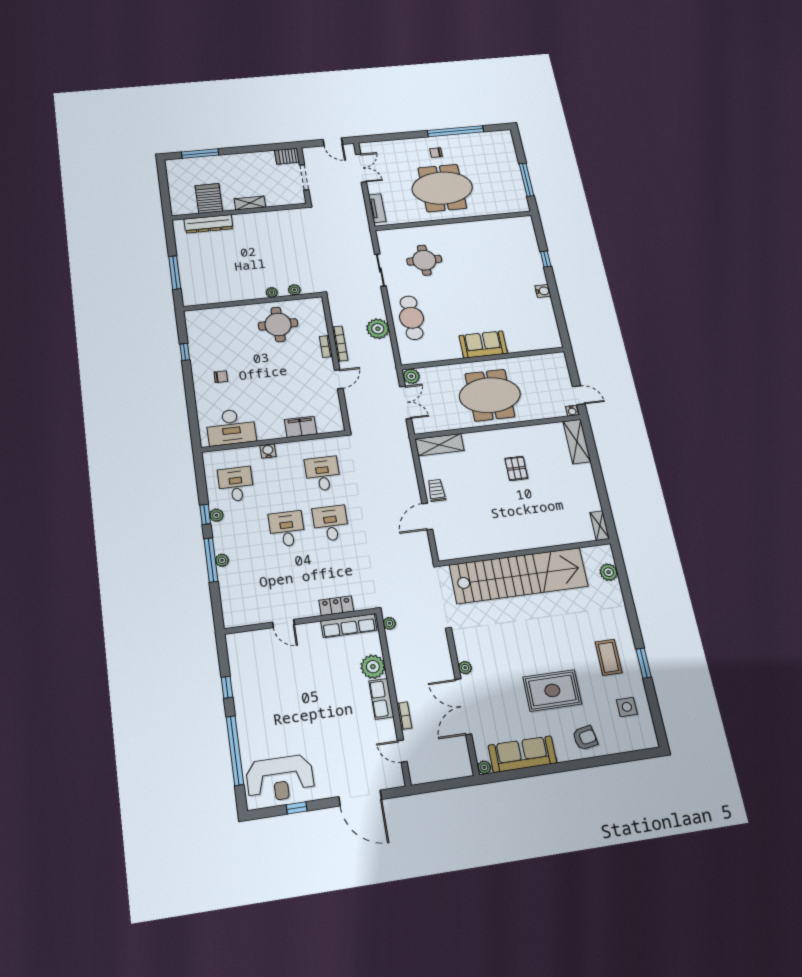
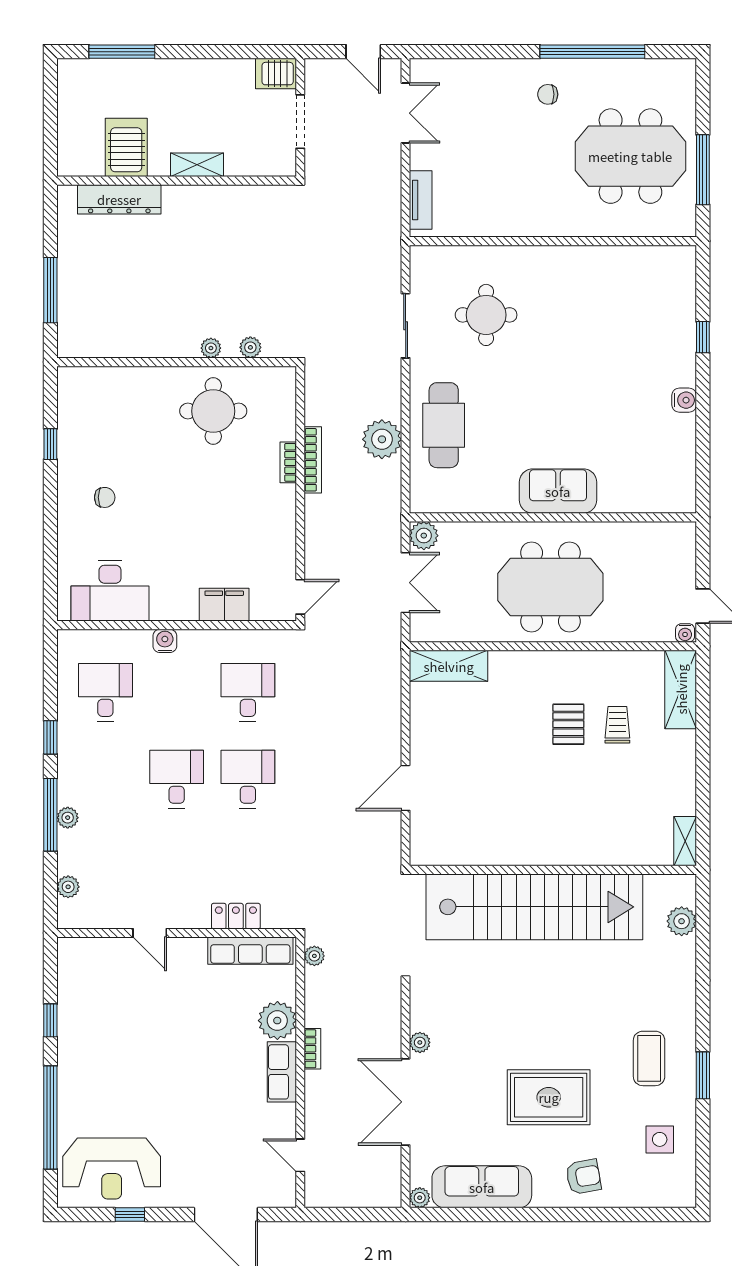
meeting table: (442, 188) -> (630, 156), moved
door: (339, 379) -> (300, 597), moved
trolley: (436, 490) -> (617, 725), moved
plant: (216, 515) -> (68, 887), moved
bookcase: (404, 716) -> (312, 1049), moved

